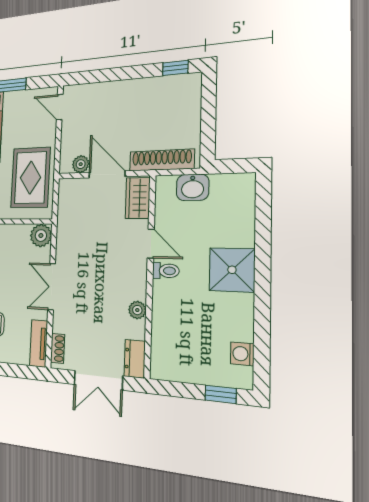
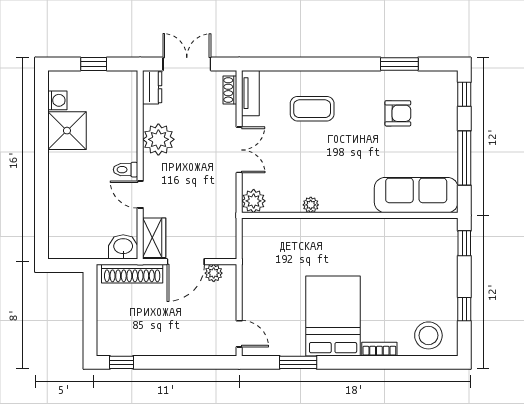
door: (107, 174) -> (186, 262), hinge flipped
rug: (30, 178) -> (269, 261), removed
washbasin: (193, 187) -> (123, 247), moved
shower: (232, 270) -> (67, 131), moved
plant: (137, 310) -> (158, 139), width x1.87, depth x1.87
window: (221, 394) -> (94, 64), moved

